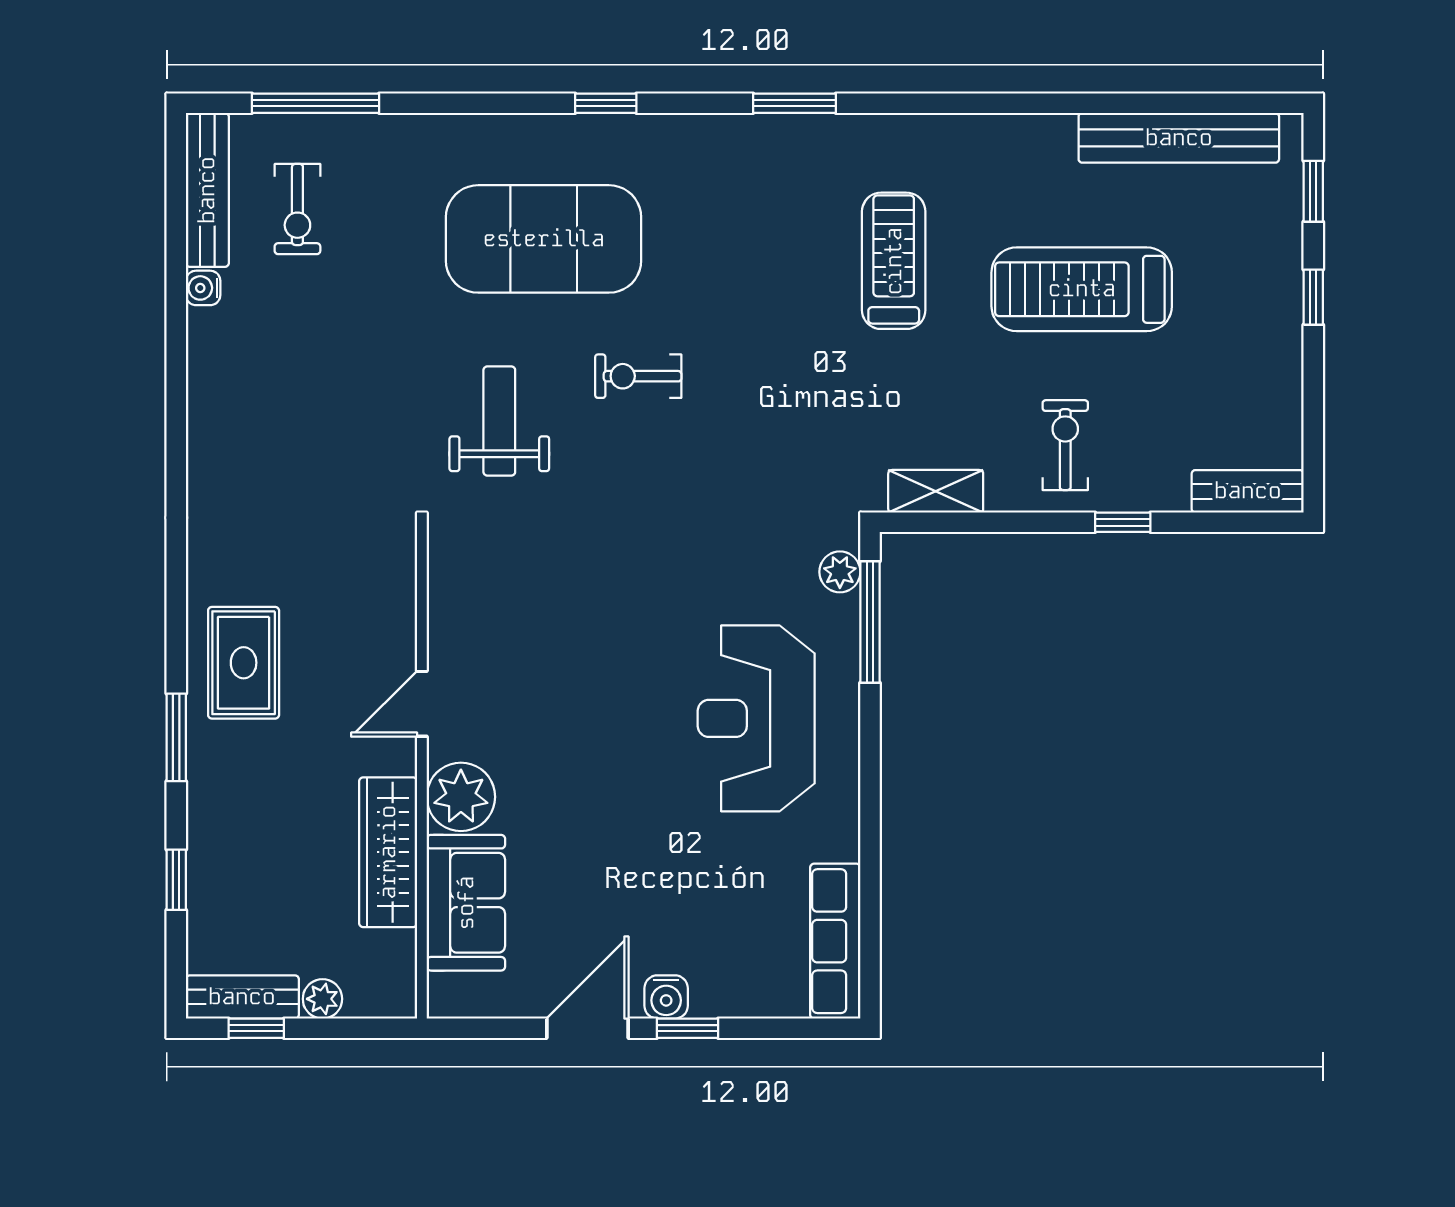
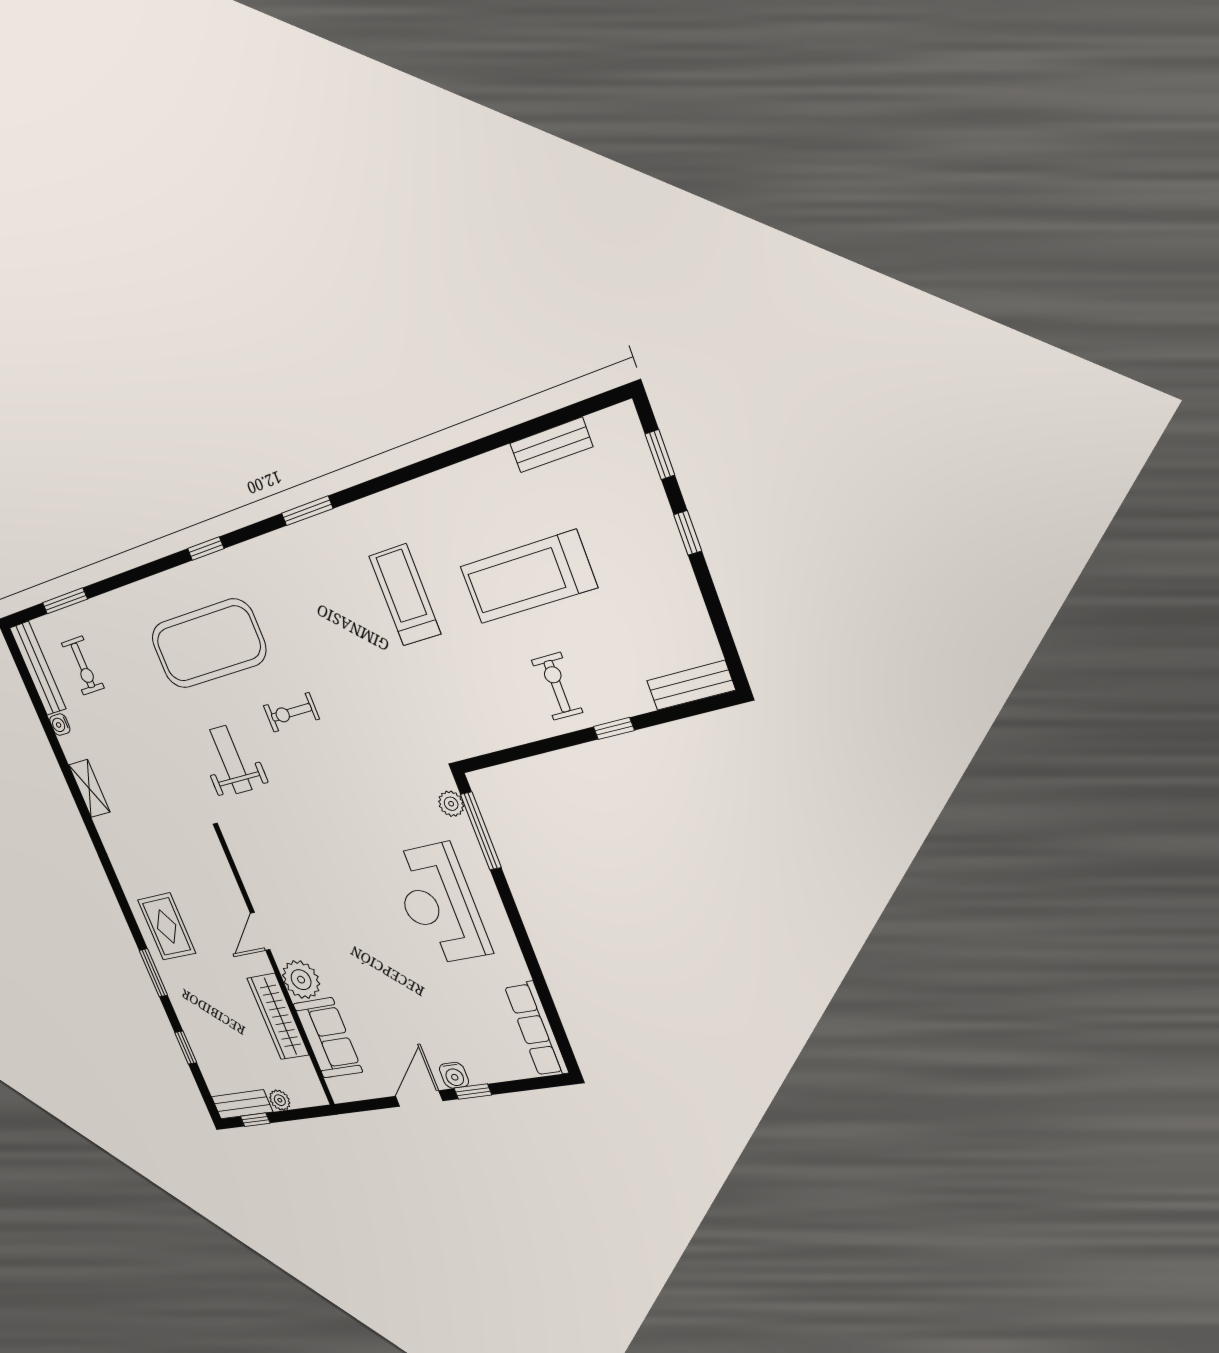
window: (315, 103) -> (65, 601), width x0.69
bench: (1179, 138) -> (551, 445), width x0.54, depth x0.82
shelving: (936, 491) -> (89, 788), moved, turned 90

